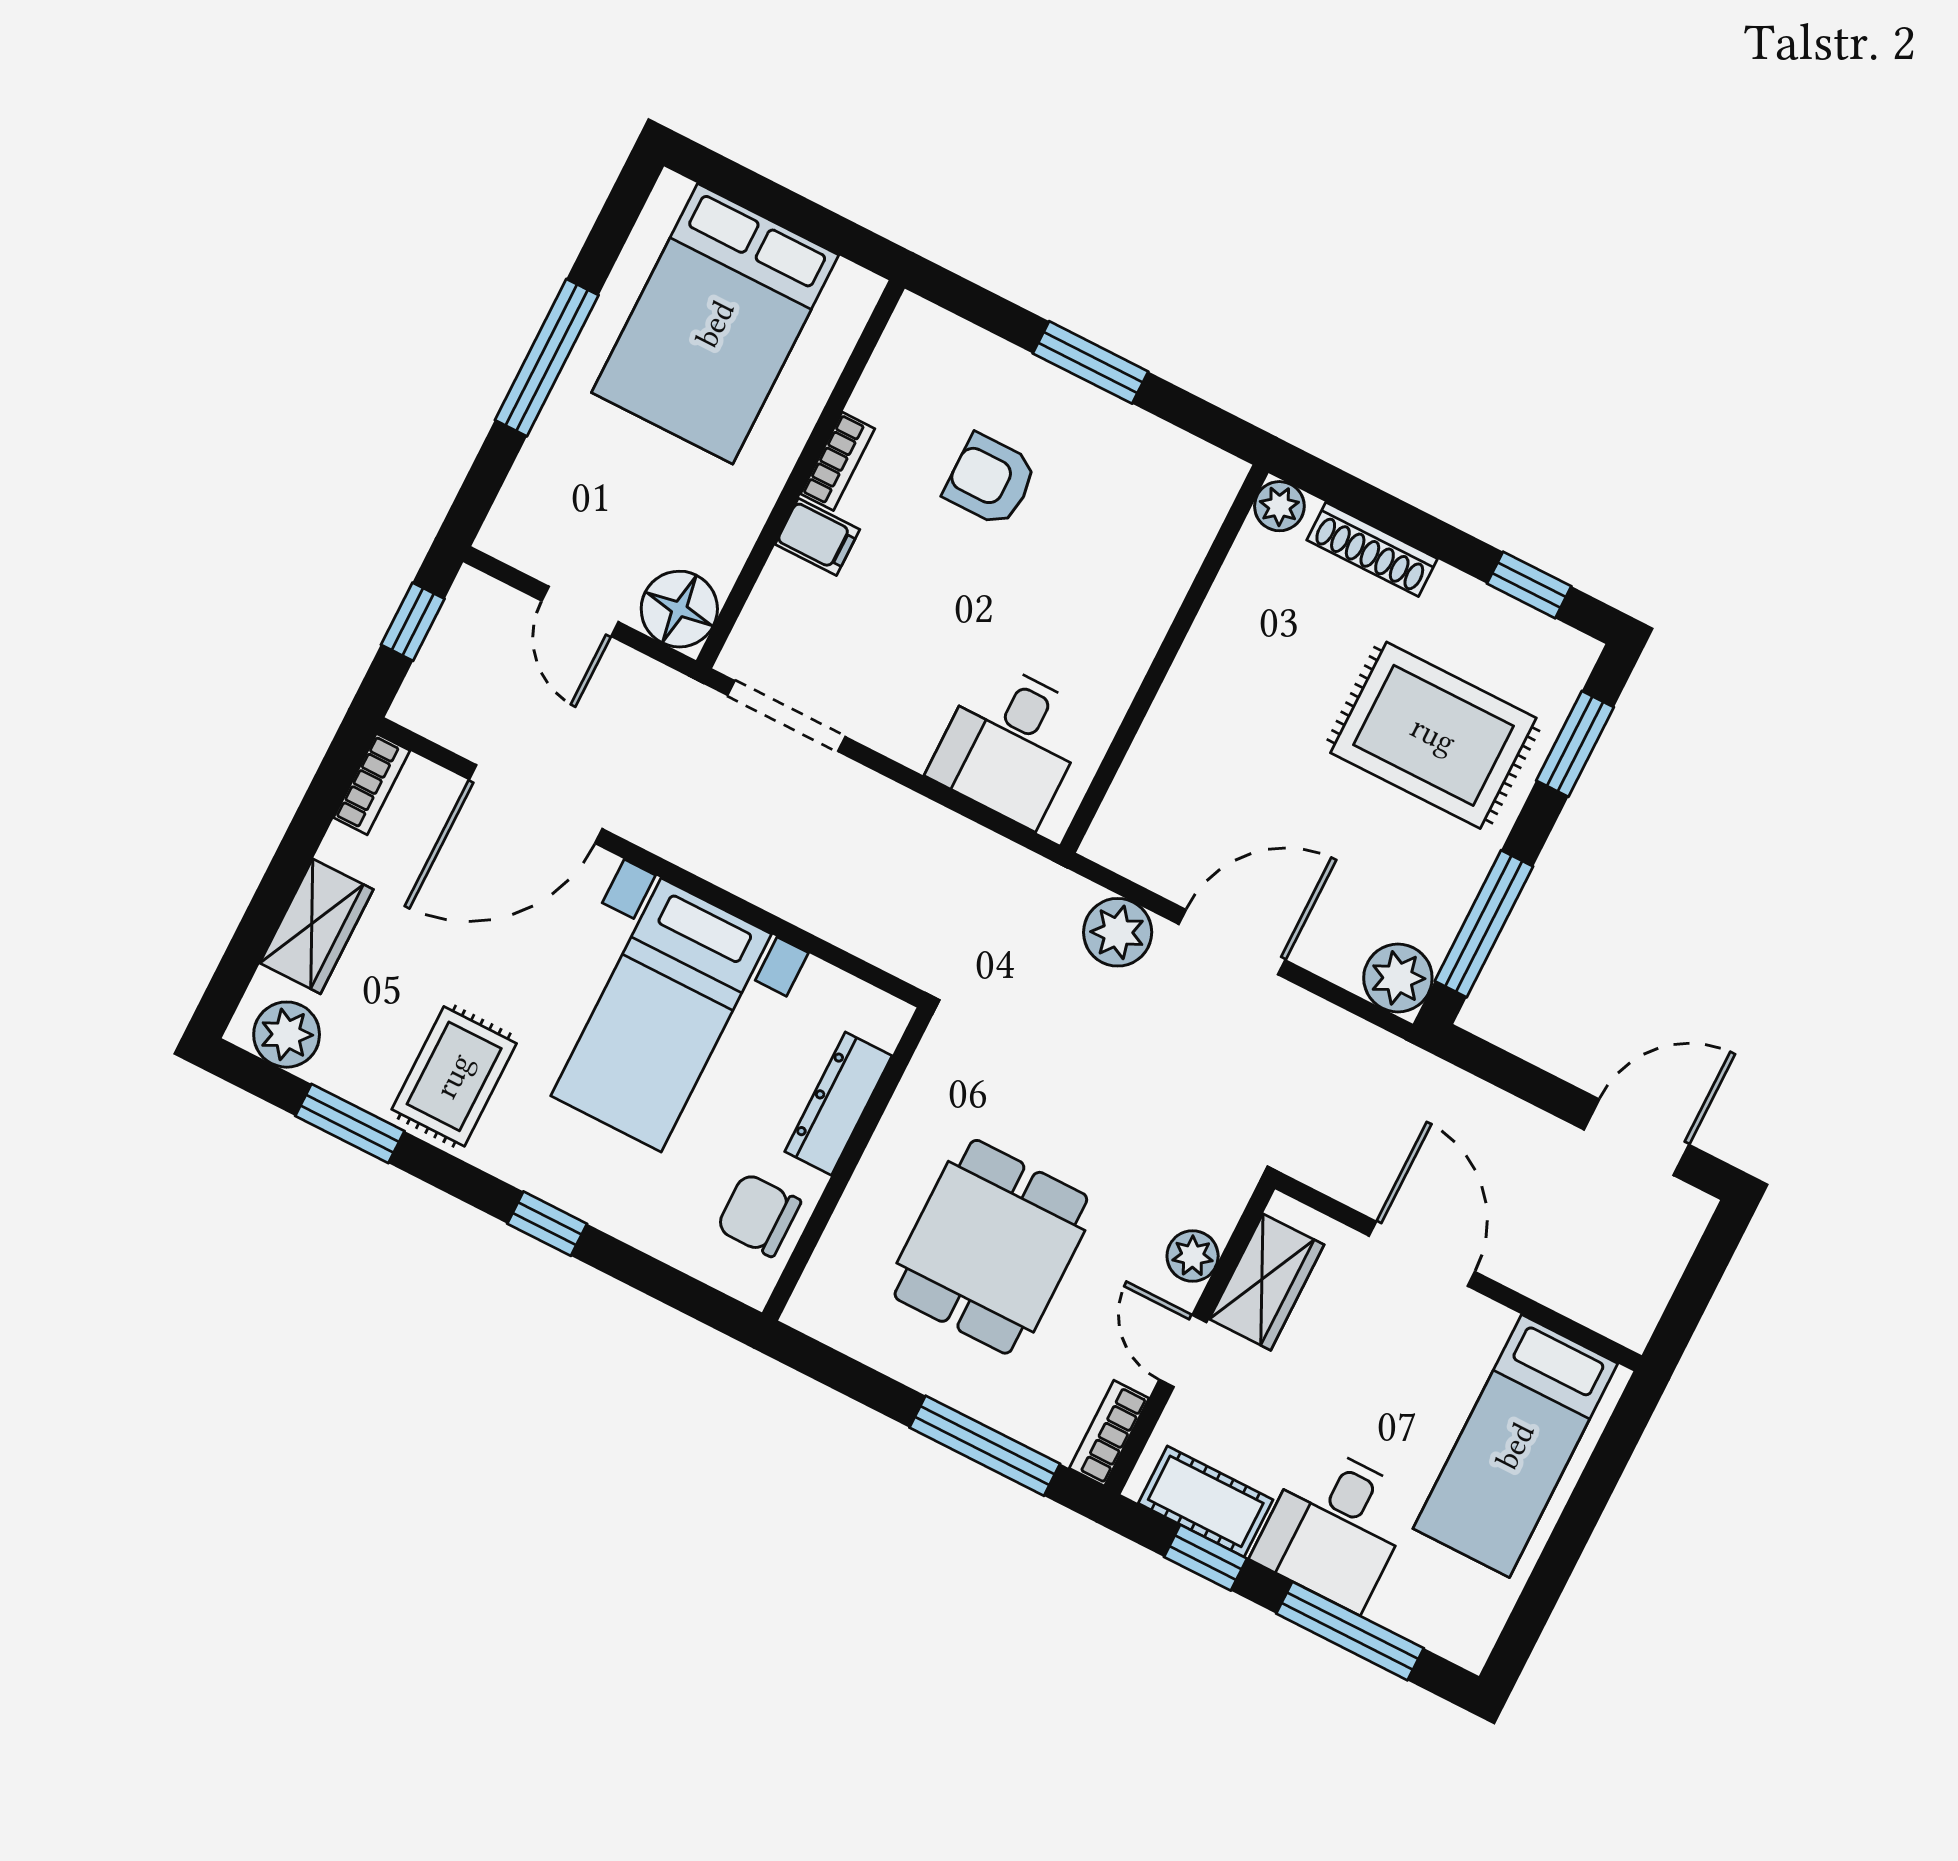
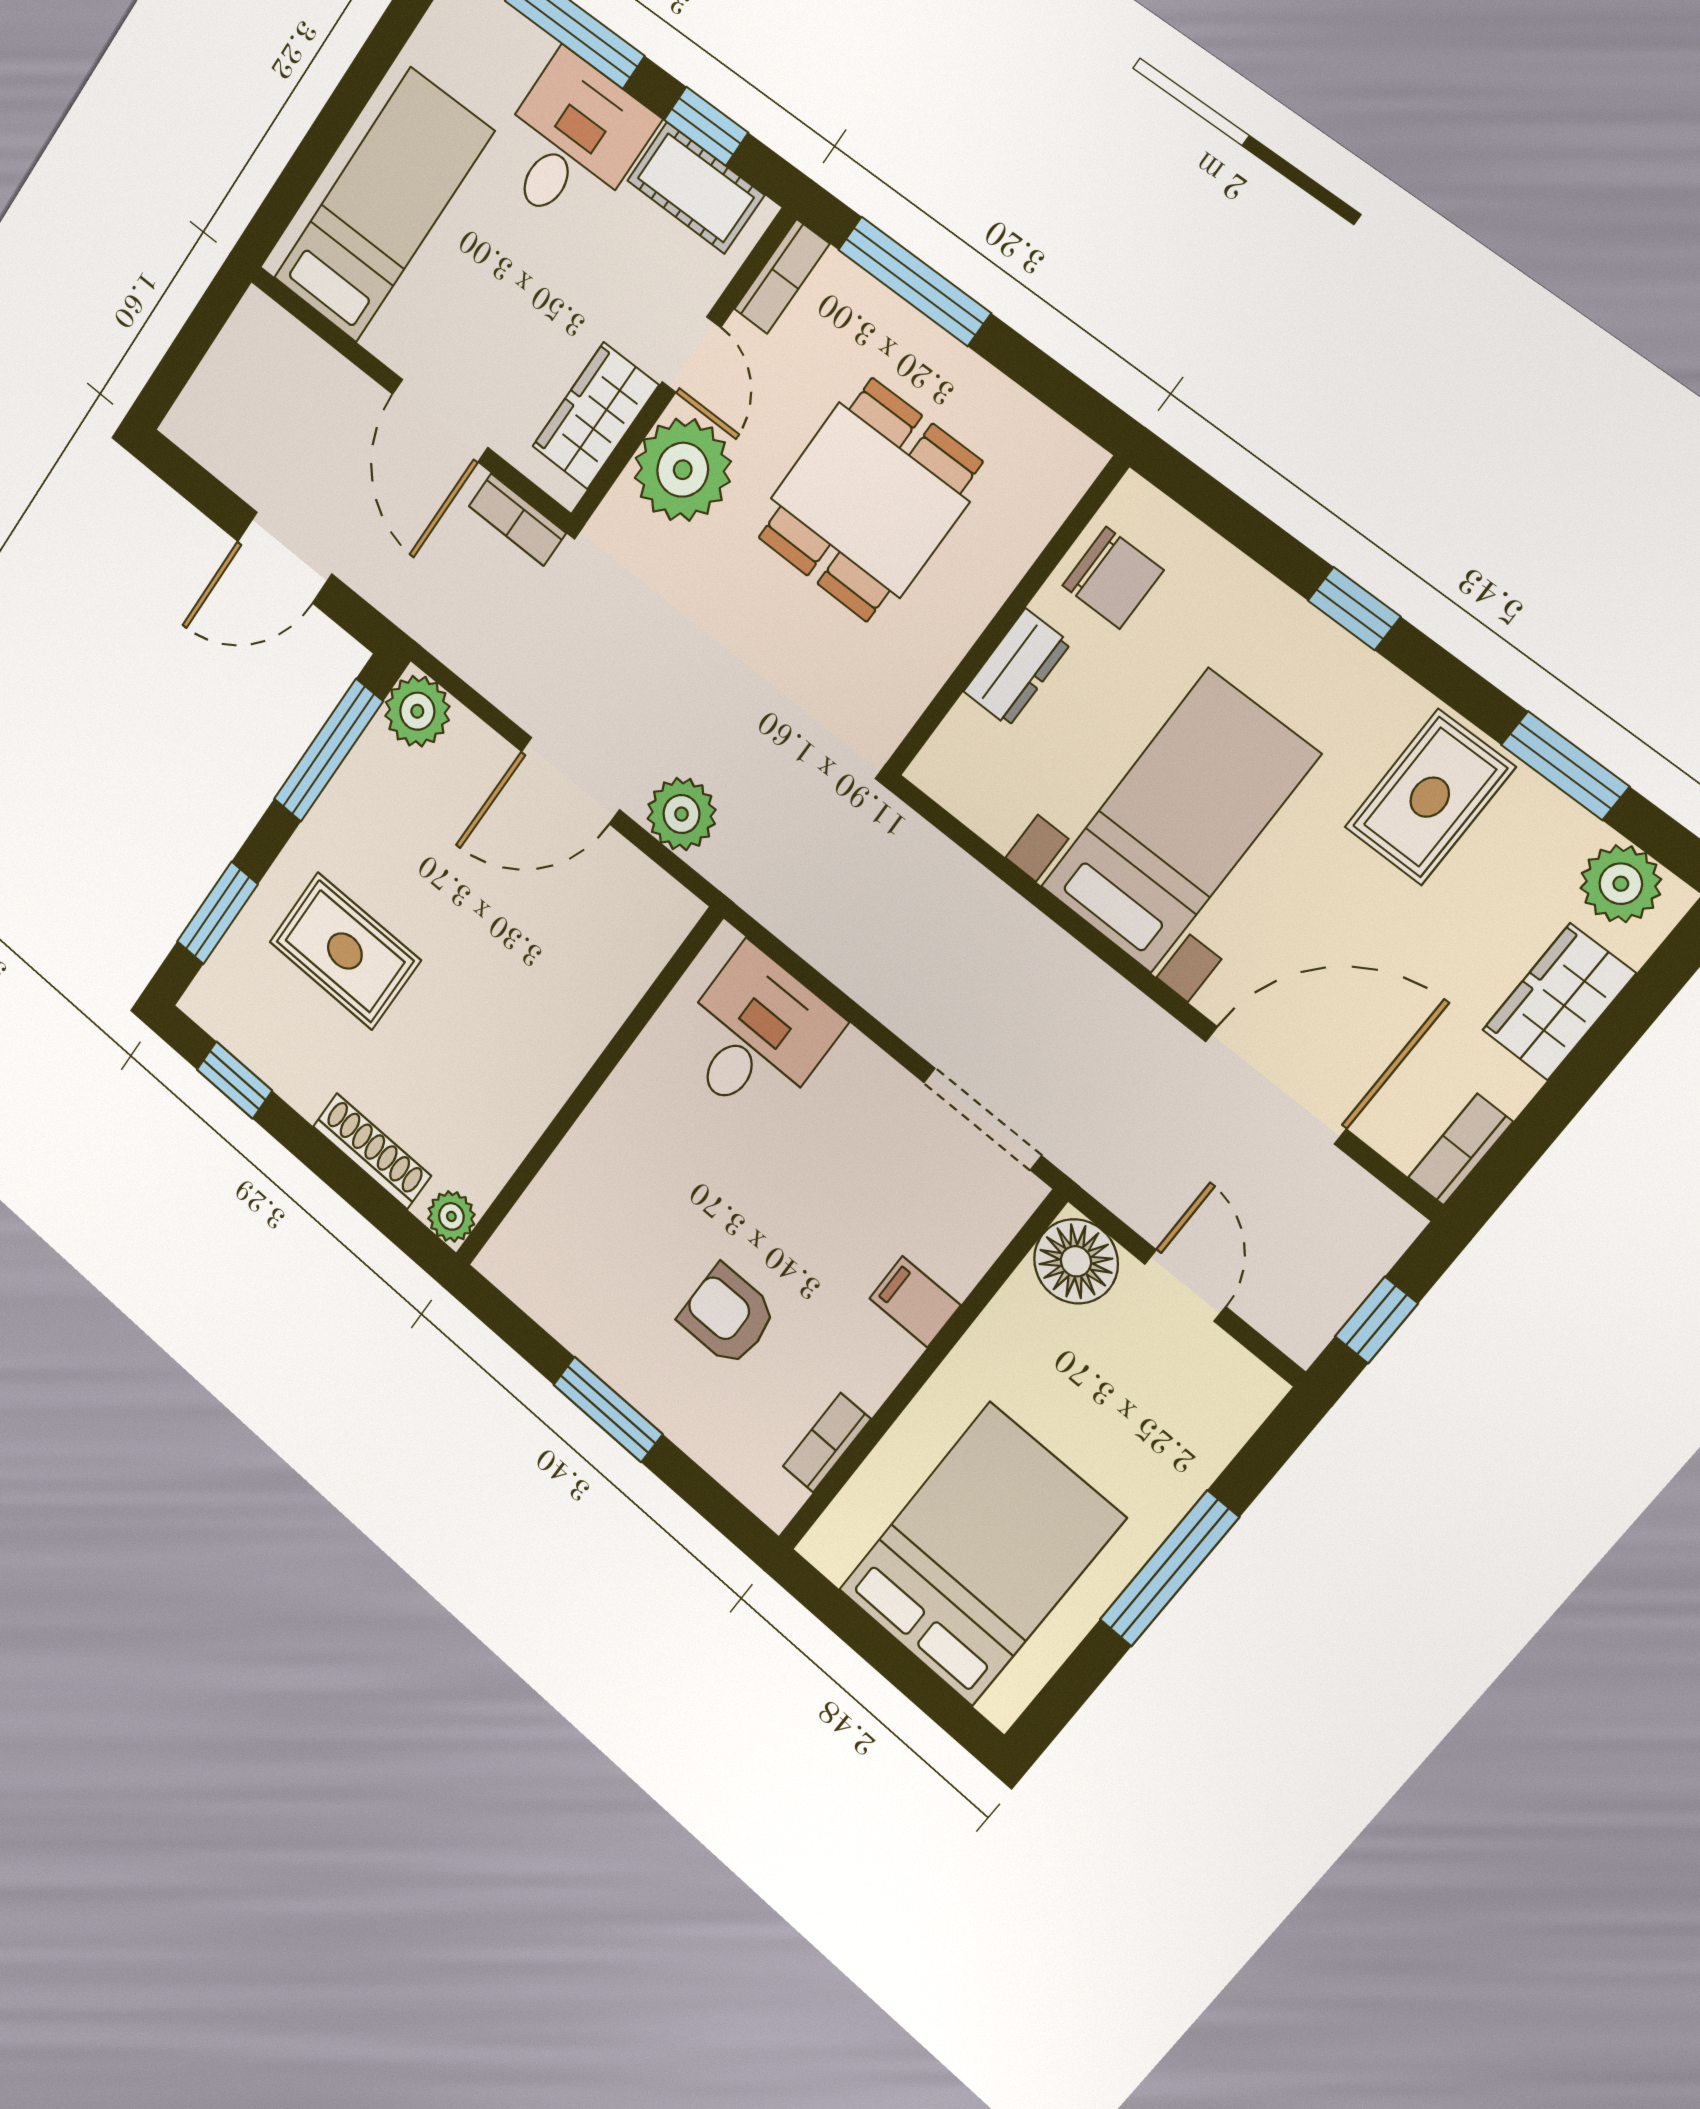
bookcase: (838, 461) -> (827, 1443), moved
armchair: (990, 480) -> (727, 1315), turned 180
rug: (1433, 735) -> (345, 951), width x0.73, depth x0.70
dresser: (838, 1104) -> (1017, 668), width x0.70
door: (1636, 1137) -> (285, 558), moved
bookcase: (1328, 1174) -> (517, 520), added
plant: (1193, 1256) -> (683, 470), width x1.87, depth x1.87

